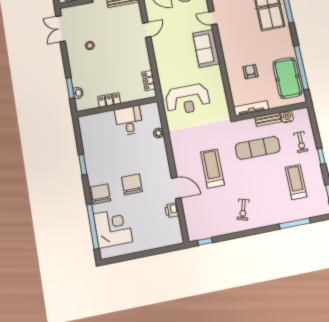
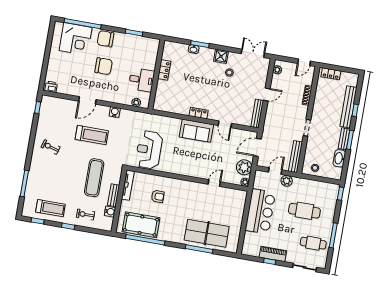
sofa: (206, 48) -> (196, 131), moved, turned 180
shower: (76, 61) -> (221, 56), added
locker: (149, 81) -> (199, 113), moved
reception desk: (188, 99) -> (149, 150), moved
locker: (109, 100) -> (164, 70), moved
wall: (117, 107) -> (156, 74), moved
desk: (129, 120) -> (141, 80), moved
water cooler: (178, 153) -> (115, 112), added
treadmill: (296, 182) -> (50, 208), moved
chair: (101, 194) -> (106, 39), turned 180
printer: (172, 210) -> (51, 87), moved

